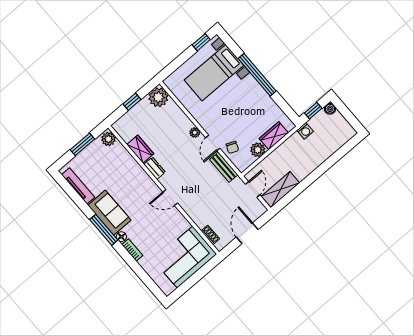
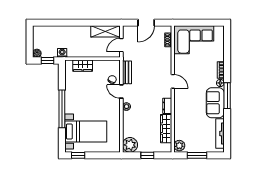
door: (213, 143) -> (121, 92), swing flipped
wardrobe: (140, 149) -> (166, 129), width x1.50
plant: (258, 150) -> (99, 65), removed

